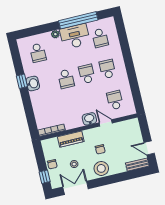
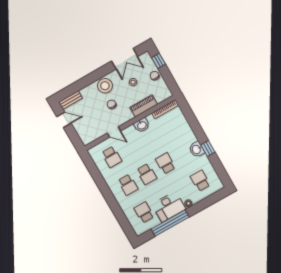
washbasin: (89, 119) -> (142, 125), moved

